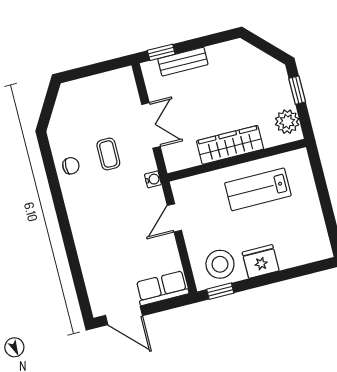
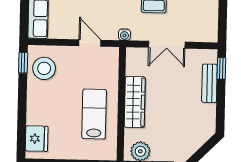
fridge: (261, 262) -> (37, 139), moved

